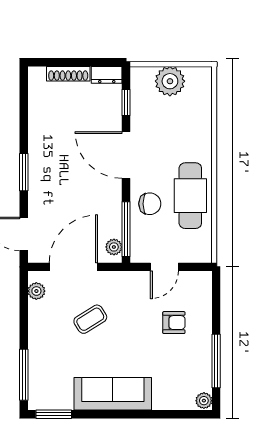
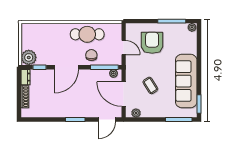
plant: (170, 81) -> (29, 57), moved
armchair: (174, 323) -> (152, 43), width x1.88, depth x1.88
sofa: (113, 394) -> (186, 81), width x1.36, depth x1.27

